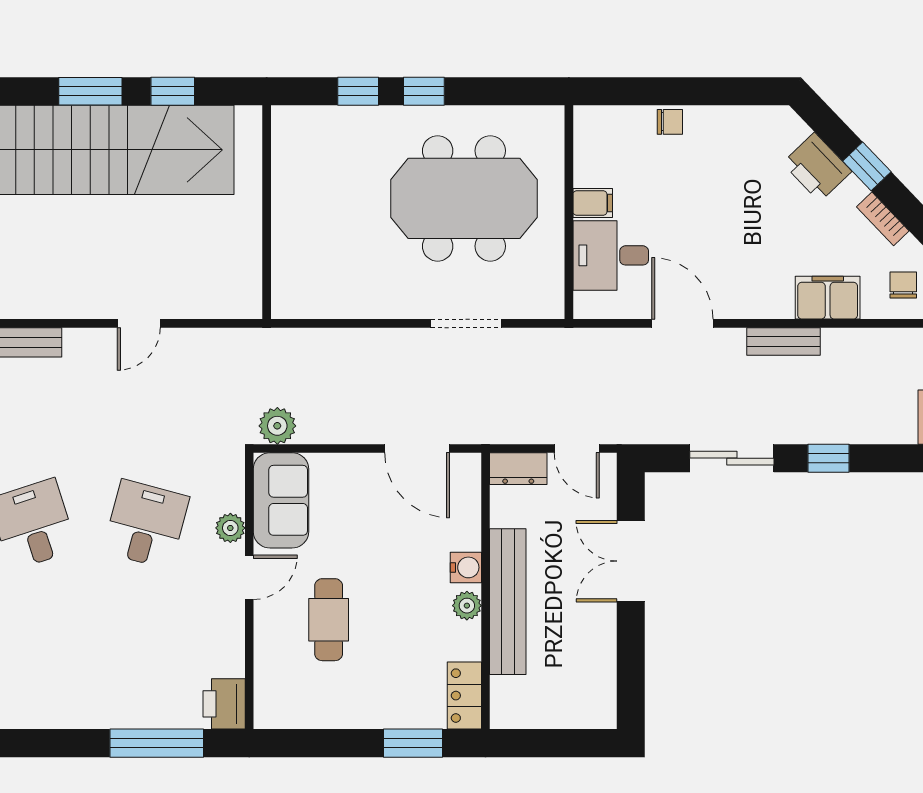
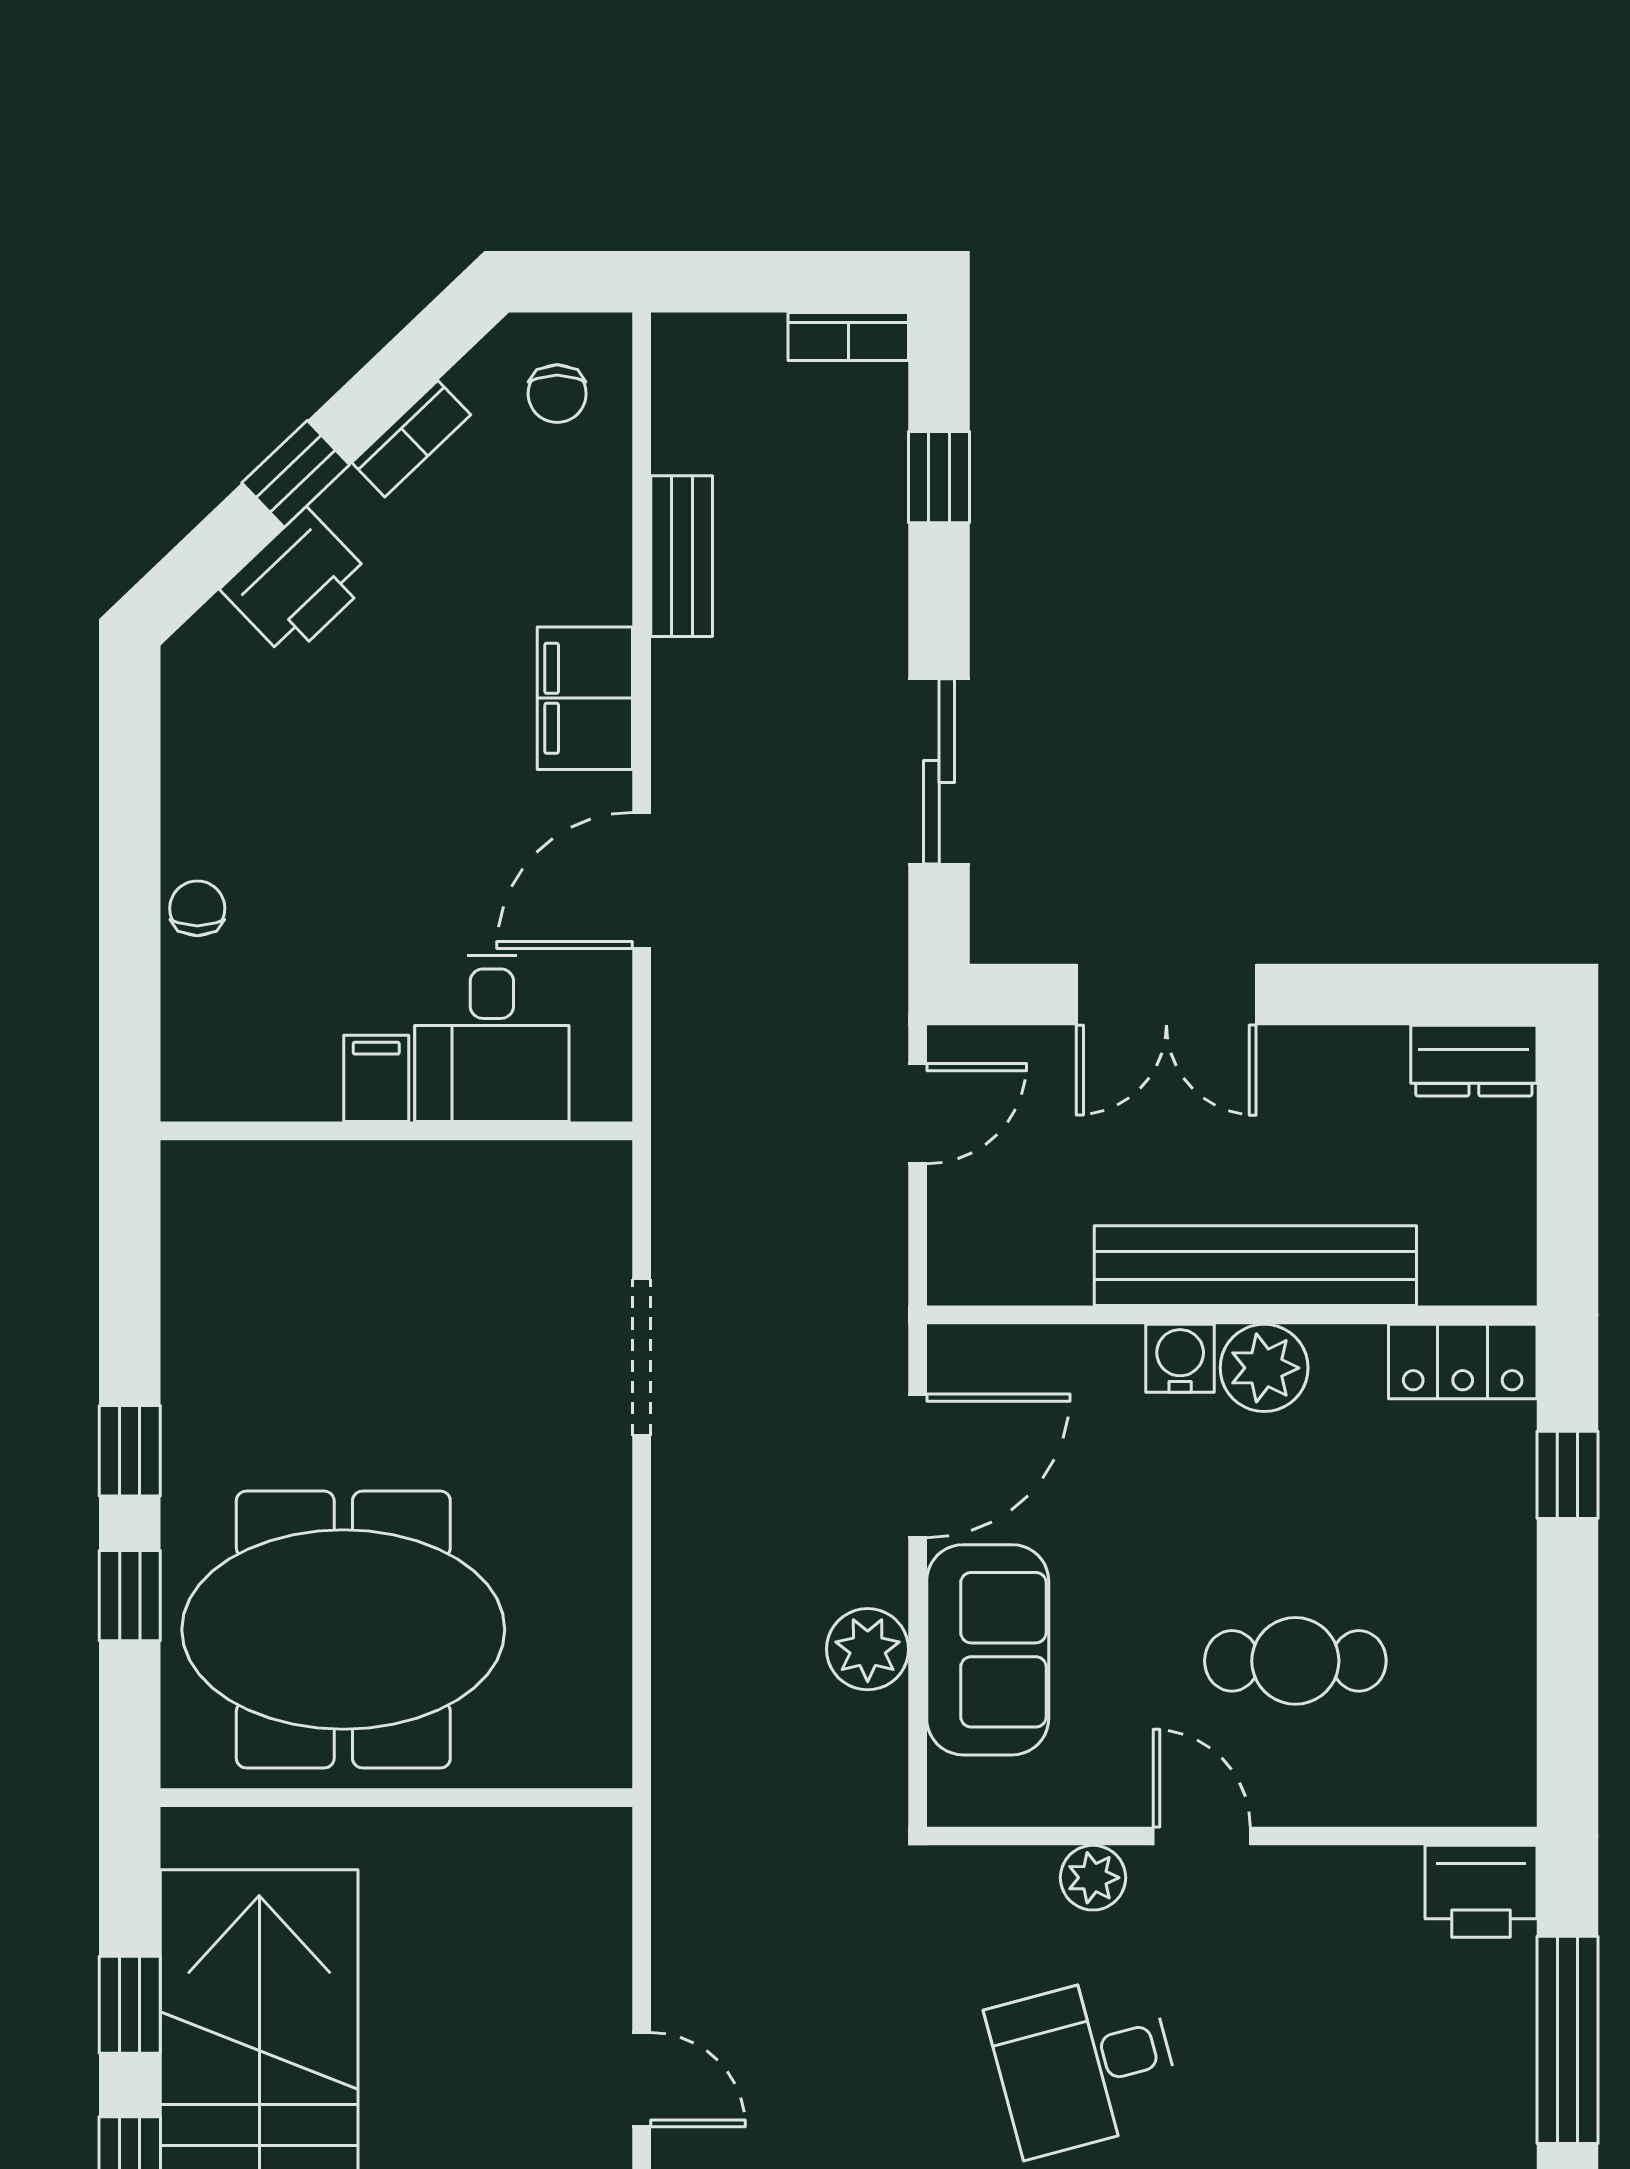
meeting table: (464, 198) -> (343, 1630), moved, turned 90
chair: (903, 285) -> (557, 394), turned -90
filing cabinet: (828, 298) -> (585, 698), moved
bench: (784, 341) -> (682, 556), moved
plant: (277, 426) -> (868, 1649), moved
window: (829, 458) -> (939, 477), moved
dresser: (518, 469) -> (1474, 1061), moved, turned 90
sofa: (281, 500) -> (988, 1650), moved, turned 90
desk: (146, 524) -> (1085, 2064), turned -30
plant: (467, 606) -> (1264, 1368), width x1.38, depth x1.38
window: (413, 743) -> (1567, 1475), width x0.67

